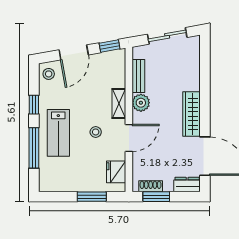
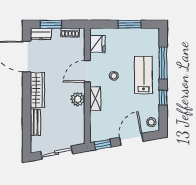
bench: (138, 76) -> (35, 122), moved
window: (92, 197) -> (130, 24), moved
window: (156, 197) -> (51, 24), moved

